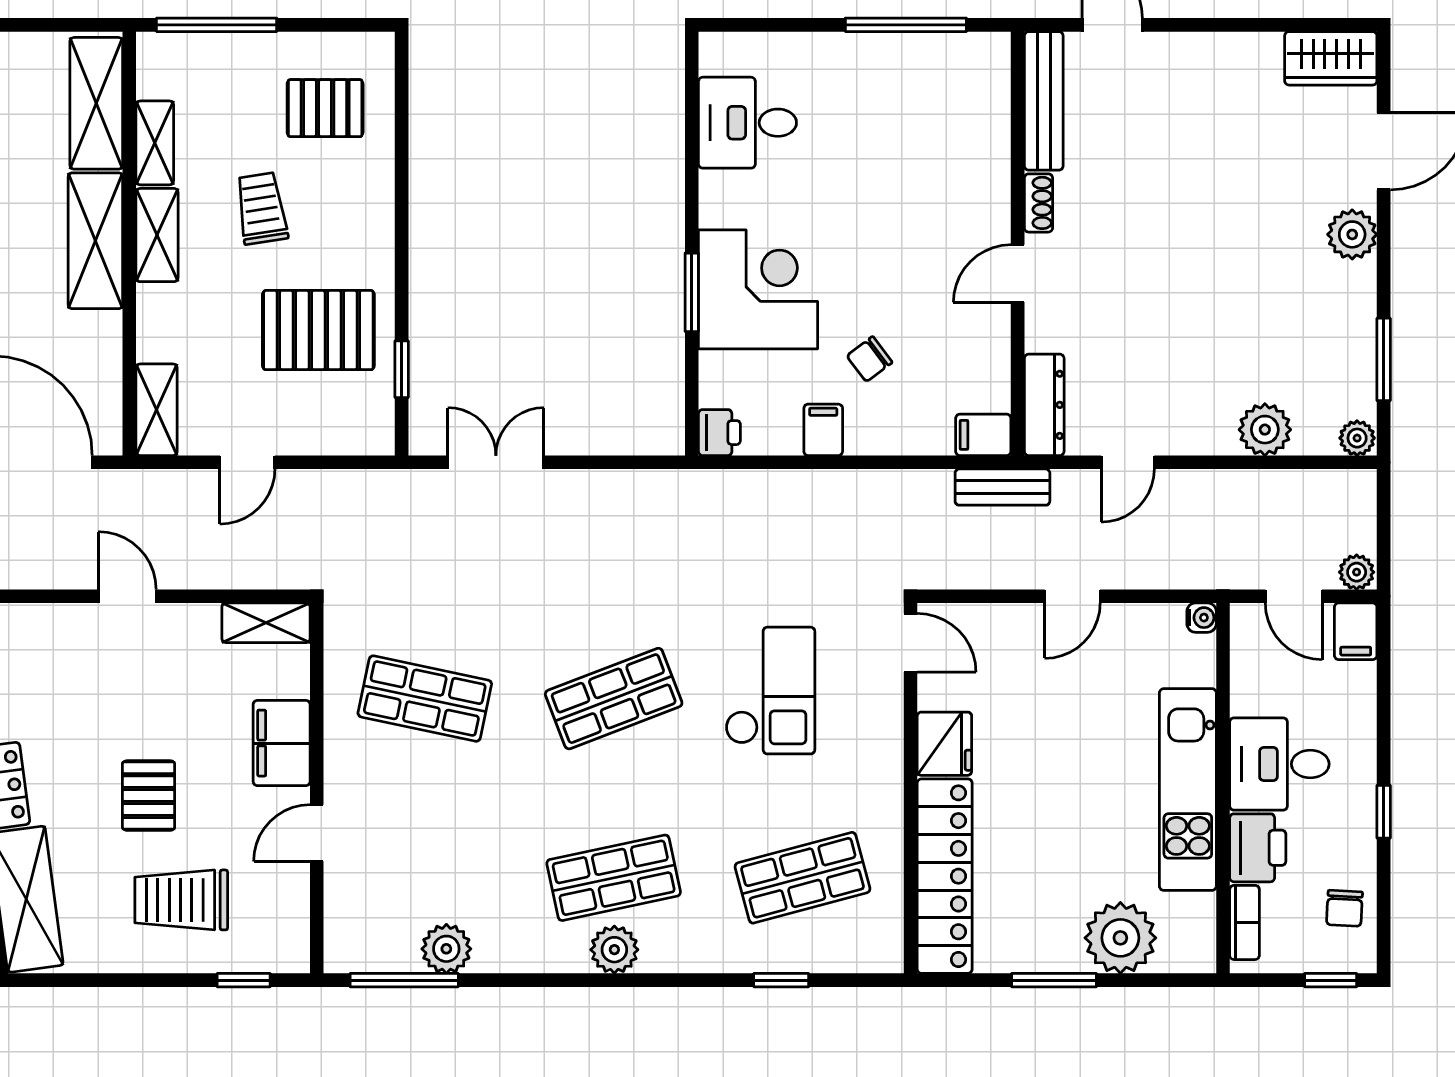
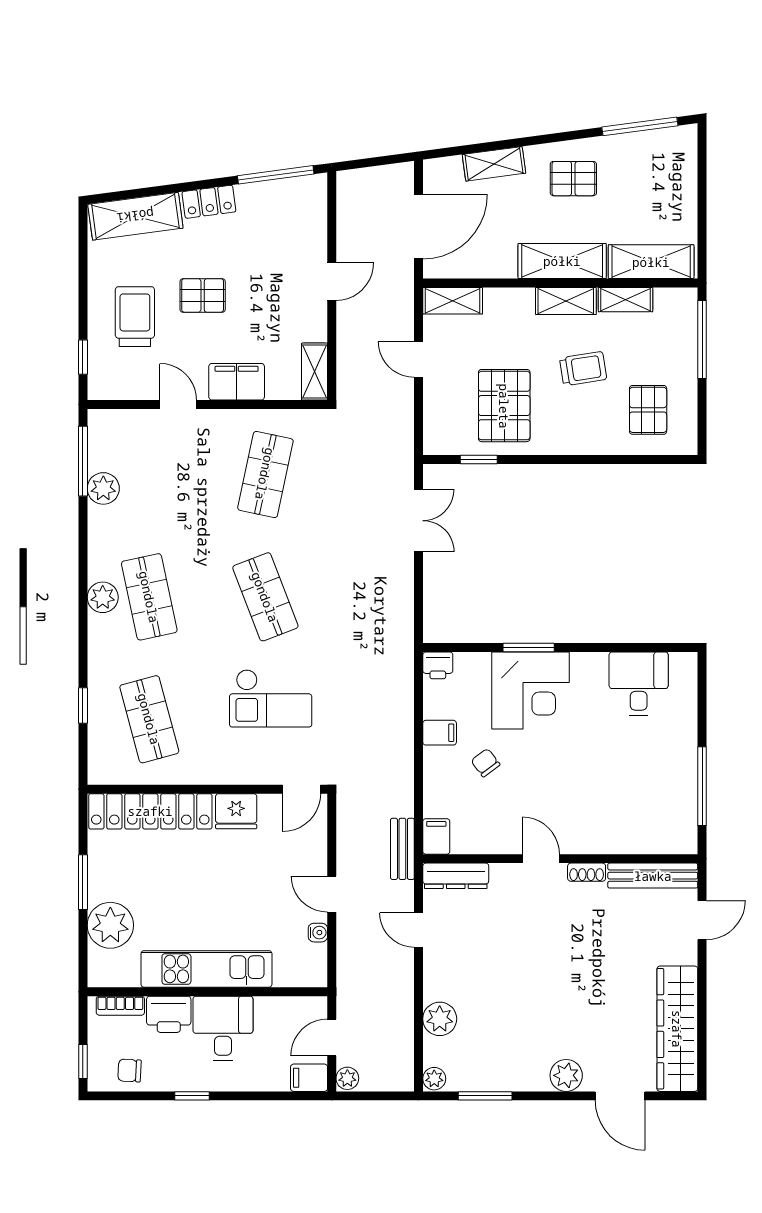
wardrobe: (1331, 58) -> (677, 1029), width x2.10, depth x1.17
water cooler: (1202, 618) -> (318, 933), moved, turned -90

